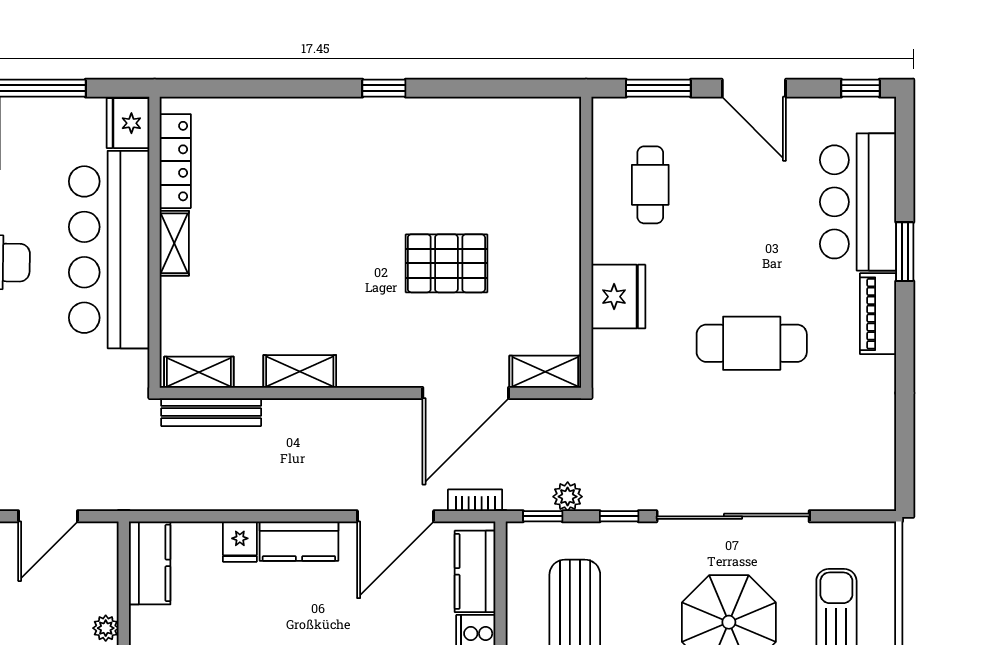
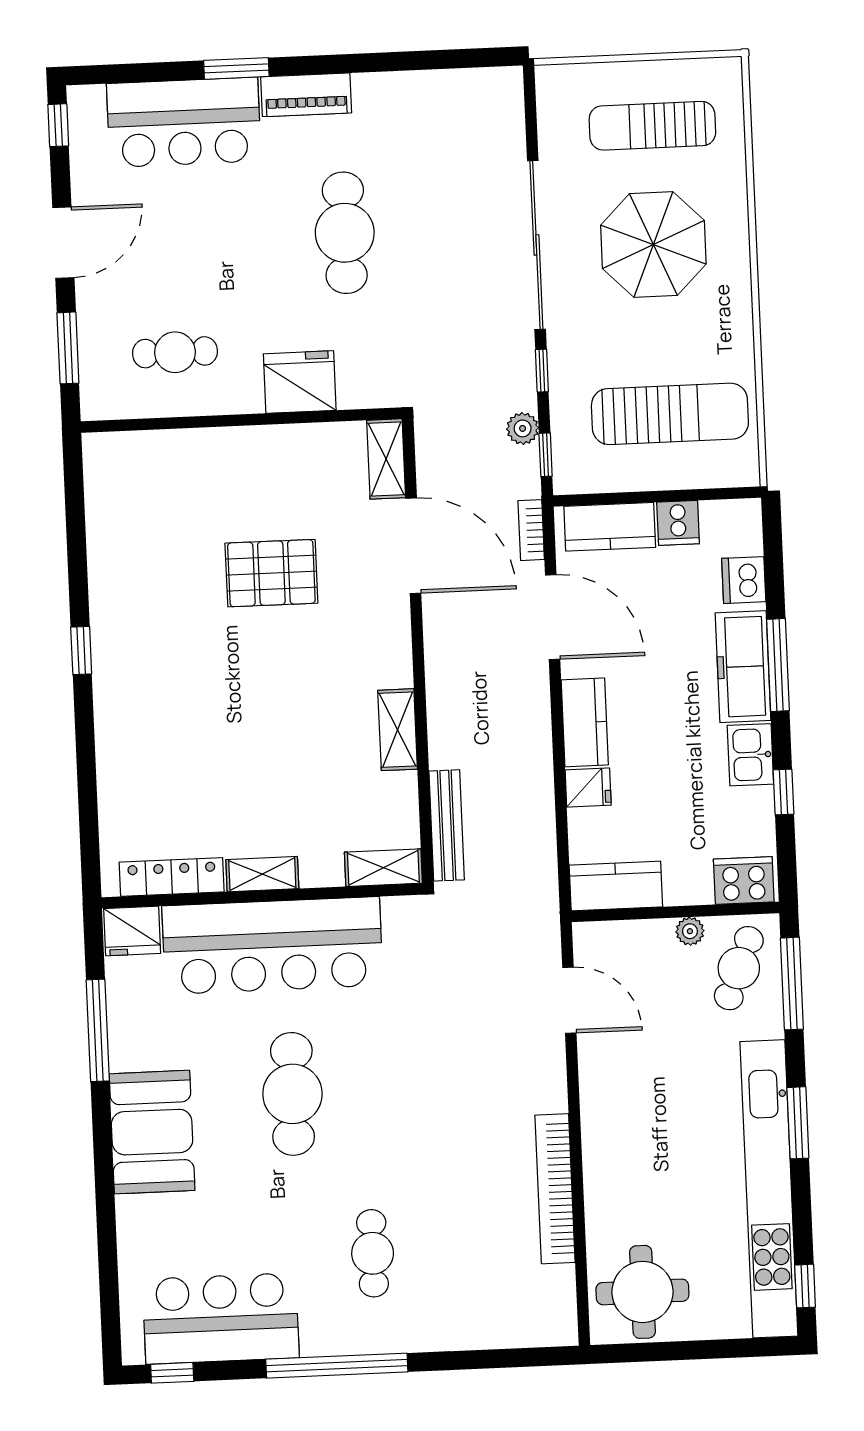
pallet: (446, 263) -> (271, 573), turned 90
shelving: (199, 372) -> (383, 868), moved, turned 90

